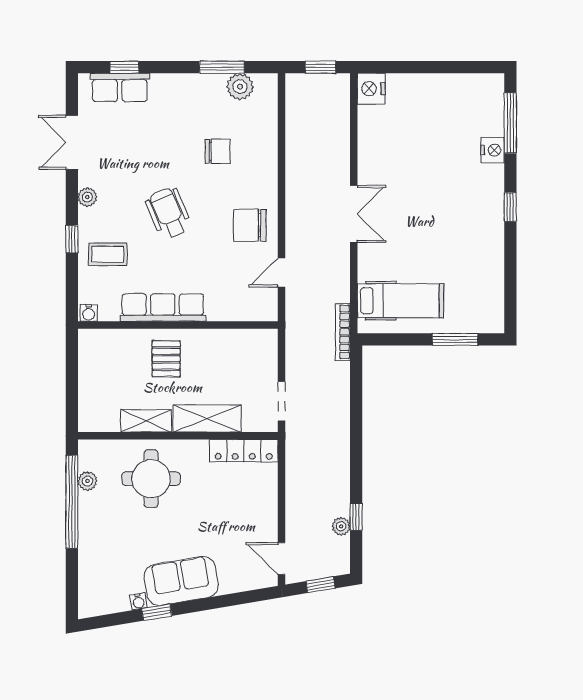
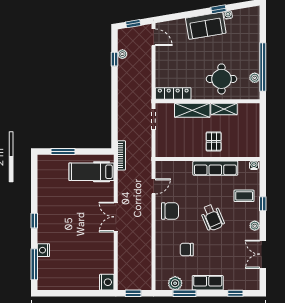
row of seats: (120, 87) -> (208, 283), moved
double door: (72, 142) -> (263, 254), swing flipped

